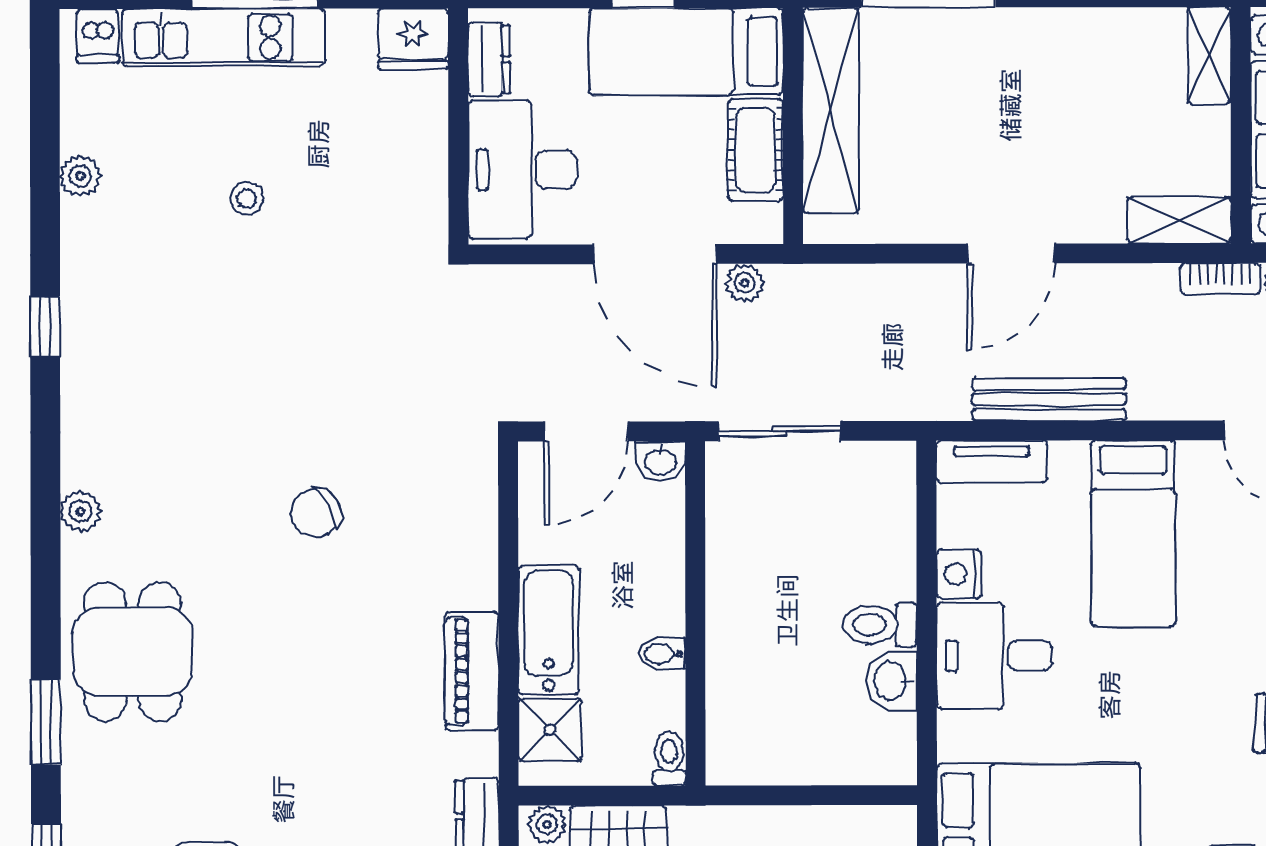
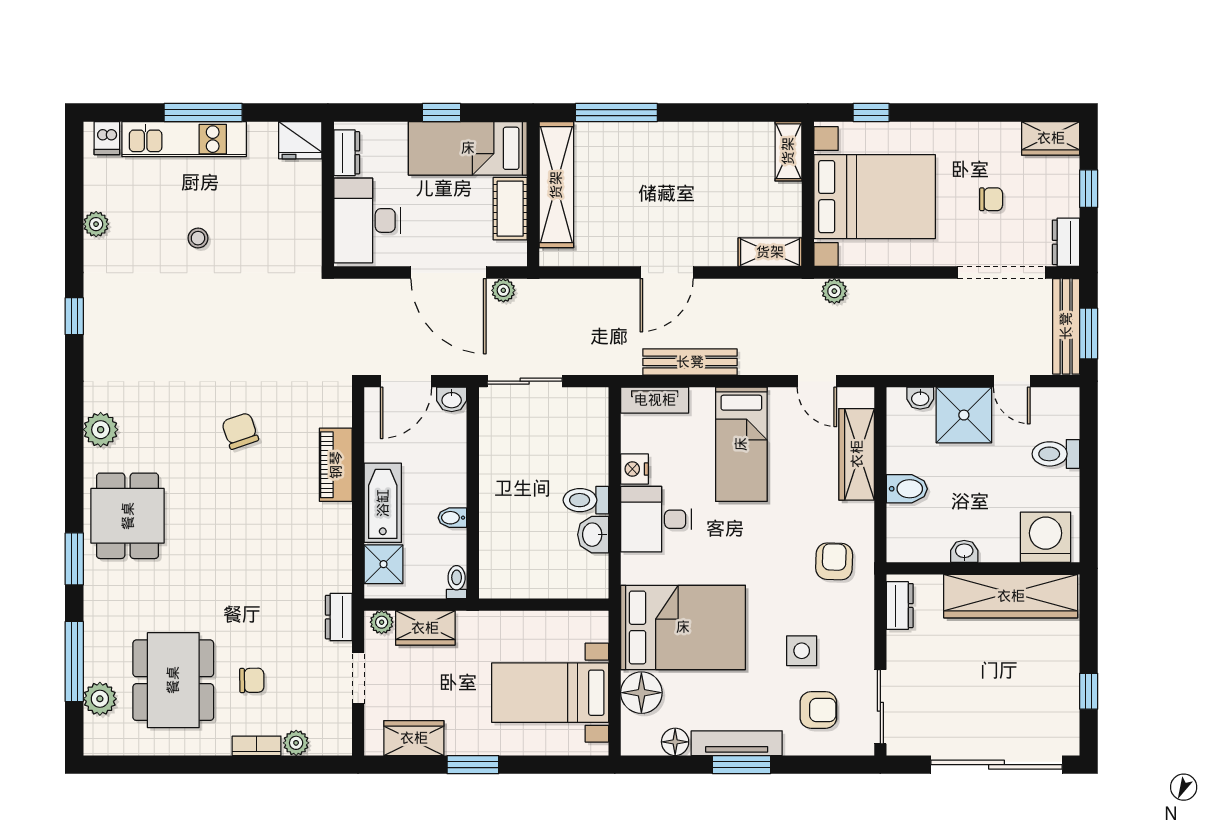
bookcase: (1220, 279) -> (795, 288), removed
plant: (81, 511) -> (101, 430), width x1.38, depth x1.38
chair: (316, 513) -> (240, 431), turned 100
piano: (472, 671) -> (336, 465), moved

